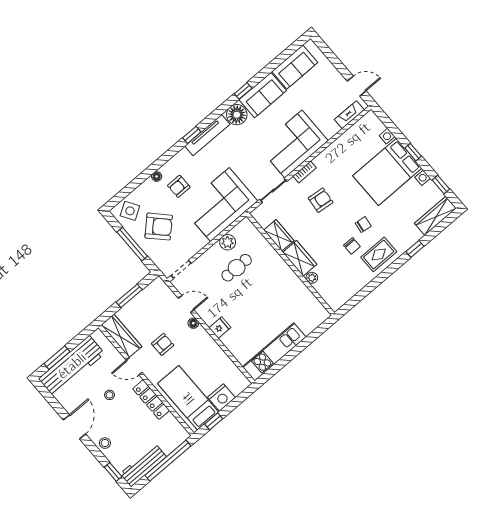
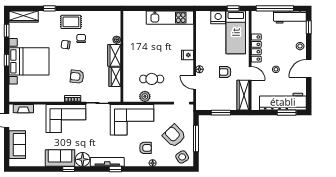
sofa: (295, 67) -> (17, 145), moved, turned 90

